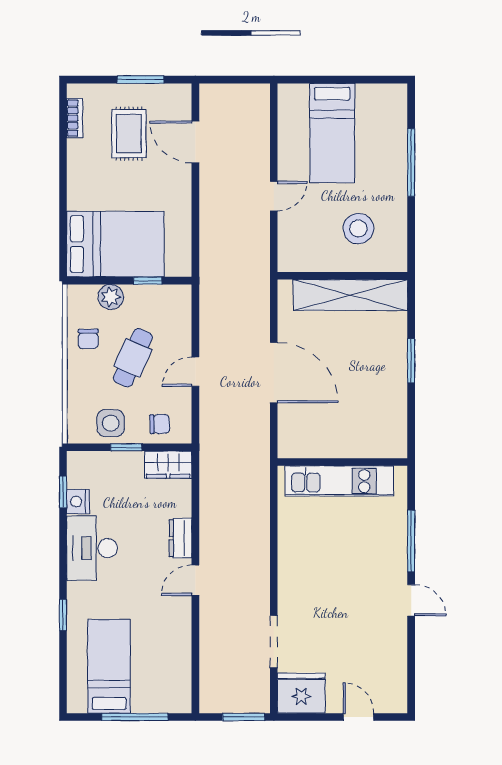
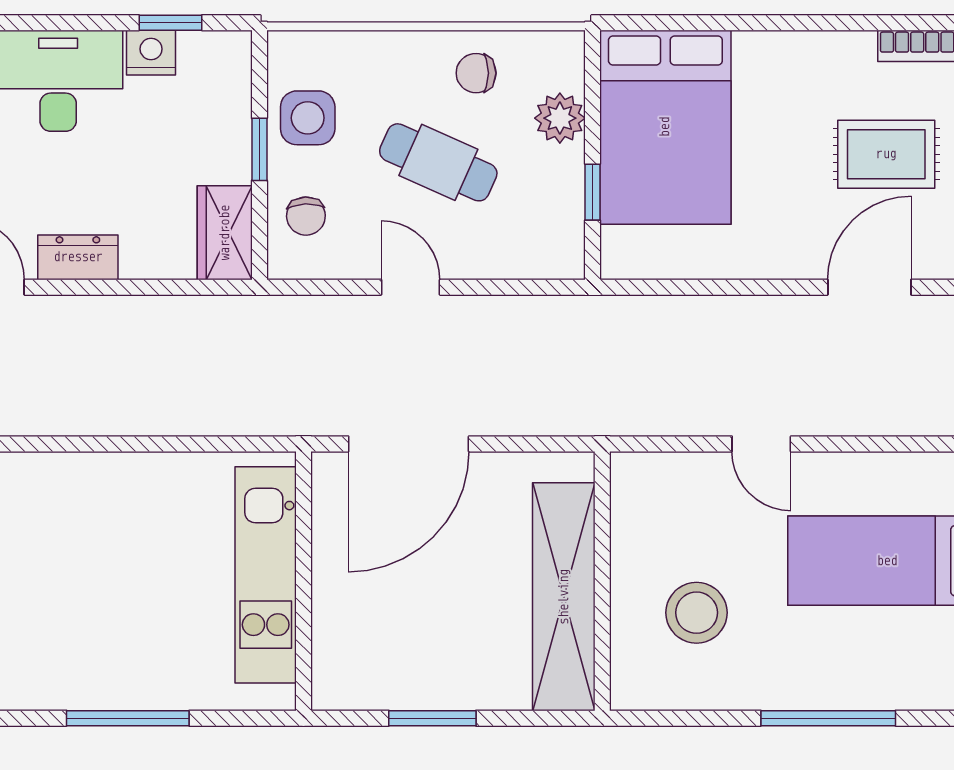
wall: (342, 462) -> (304, 581), moved
kitchen unit: (339, 481) -> (266, 575), moved
window: (411, 541) -> (128, 718), moved

